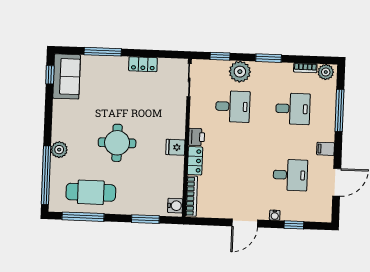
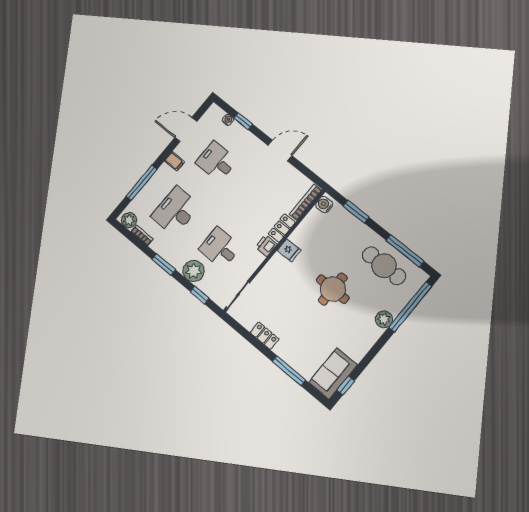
desk: (293, 109) -> (175, 211), width x1.37
water cooler: (275, 215) -> (228, 120), moved

